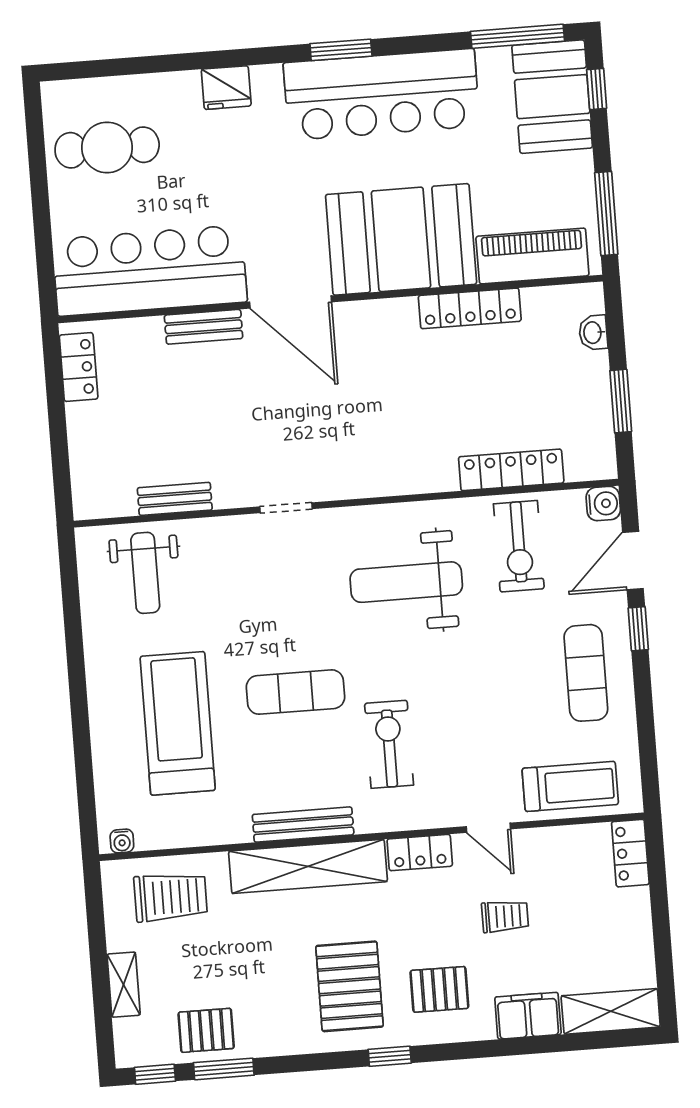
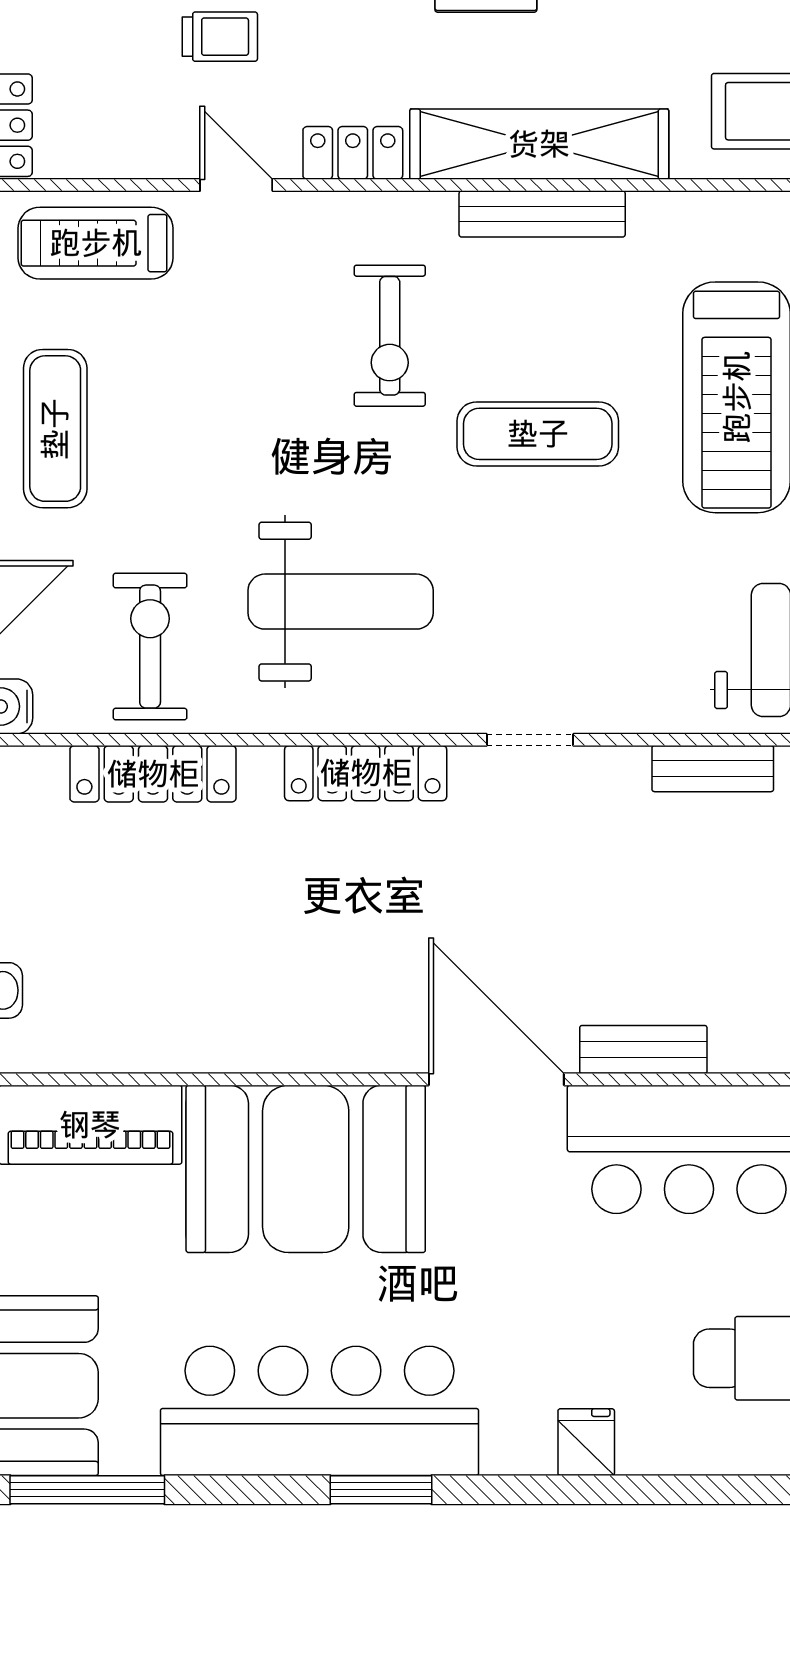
fridge: (226, 88) -> (586, 1442), width x0.72
locker: (470, 308) -> (366, 773), moved, turned 180
trolley: (505, 916) -> (220, 37), turned 180

